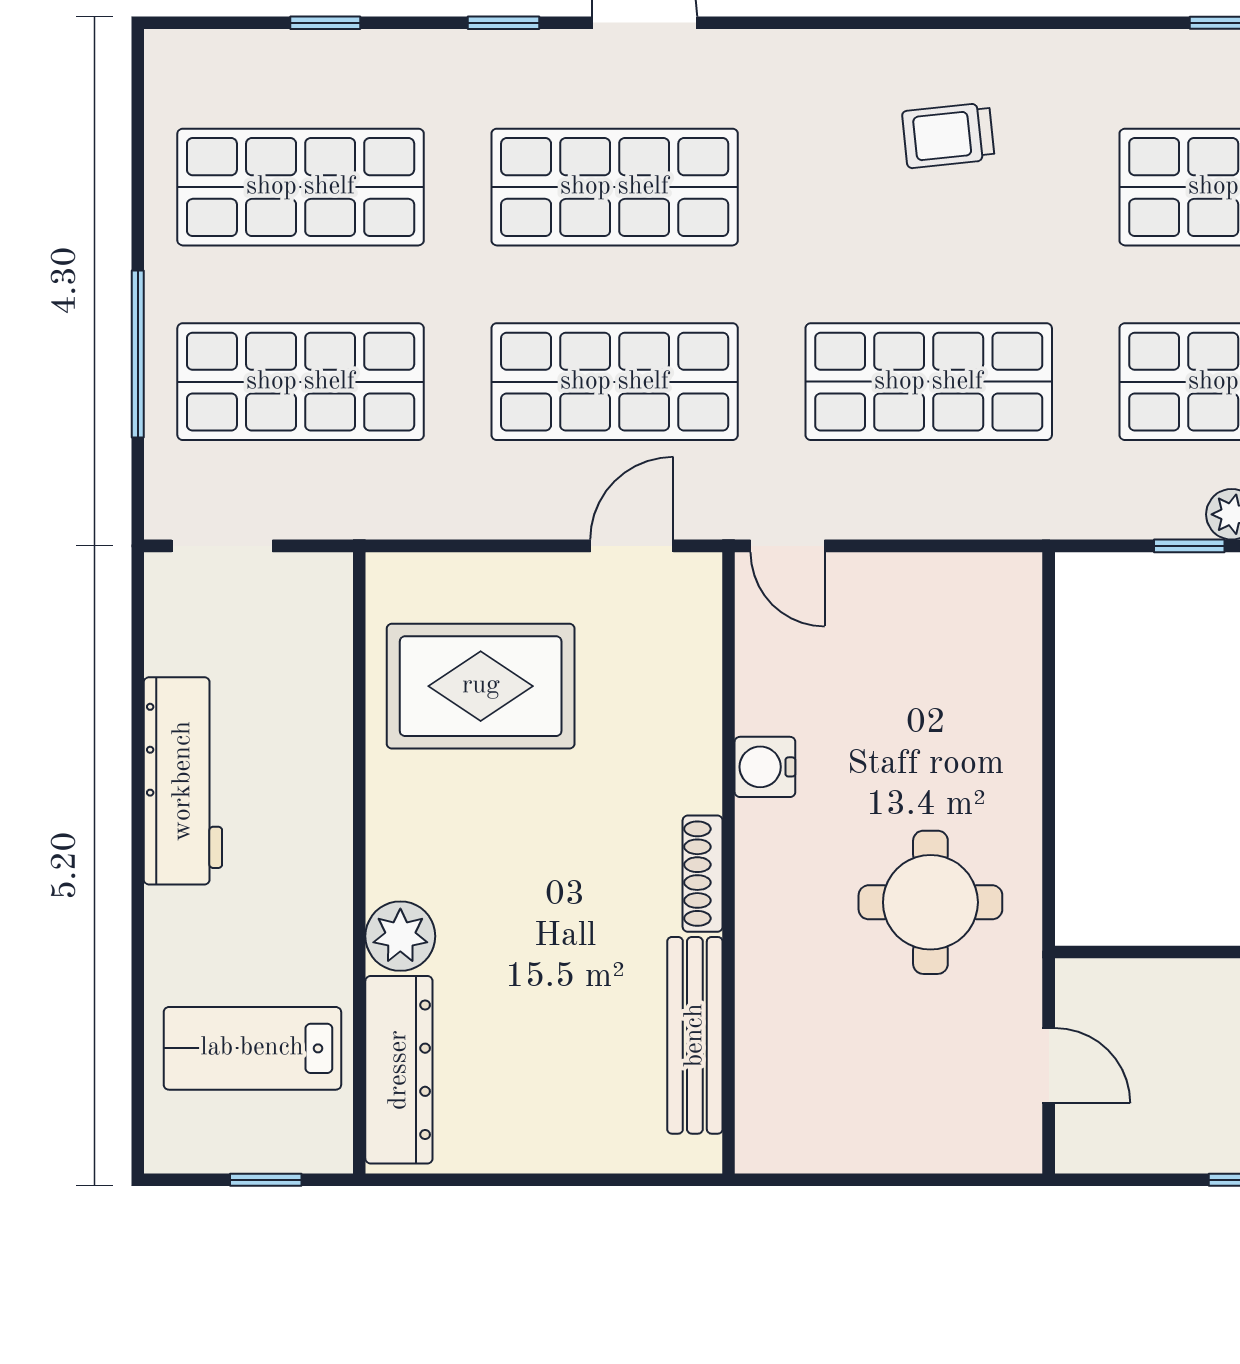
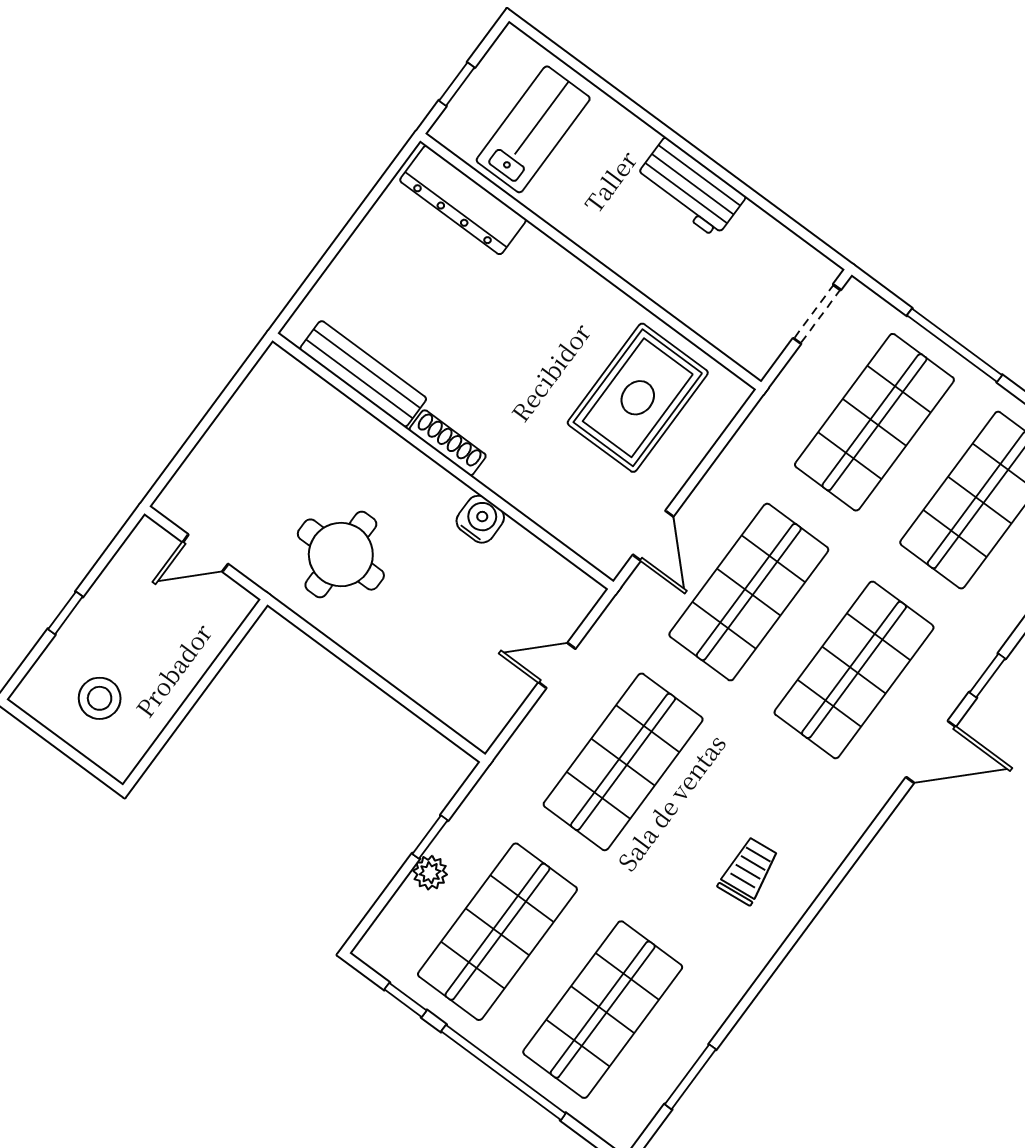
door: (788, 546) -> (557, 666), moved
workbench: (183, 781) -> (690, 188), width x0.73
plant: (400, 936) -> (535, 254), removed

